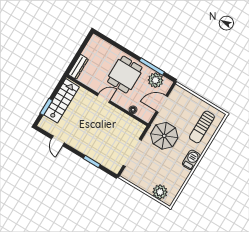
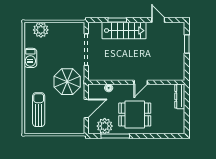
dining table: (125, 75) -> (135, 114), turned 90
stairs: (62, 101) -> (124, 31), moved, turned -90
barbecue: (191, 160) -> (30, 58), moved

